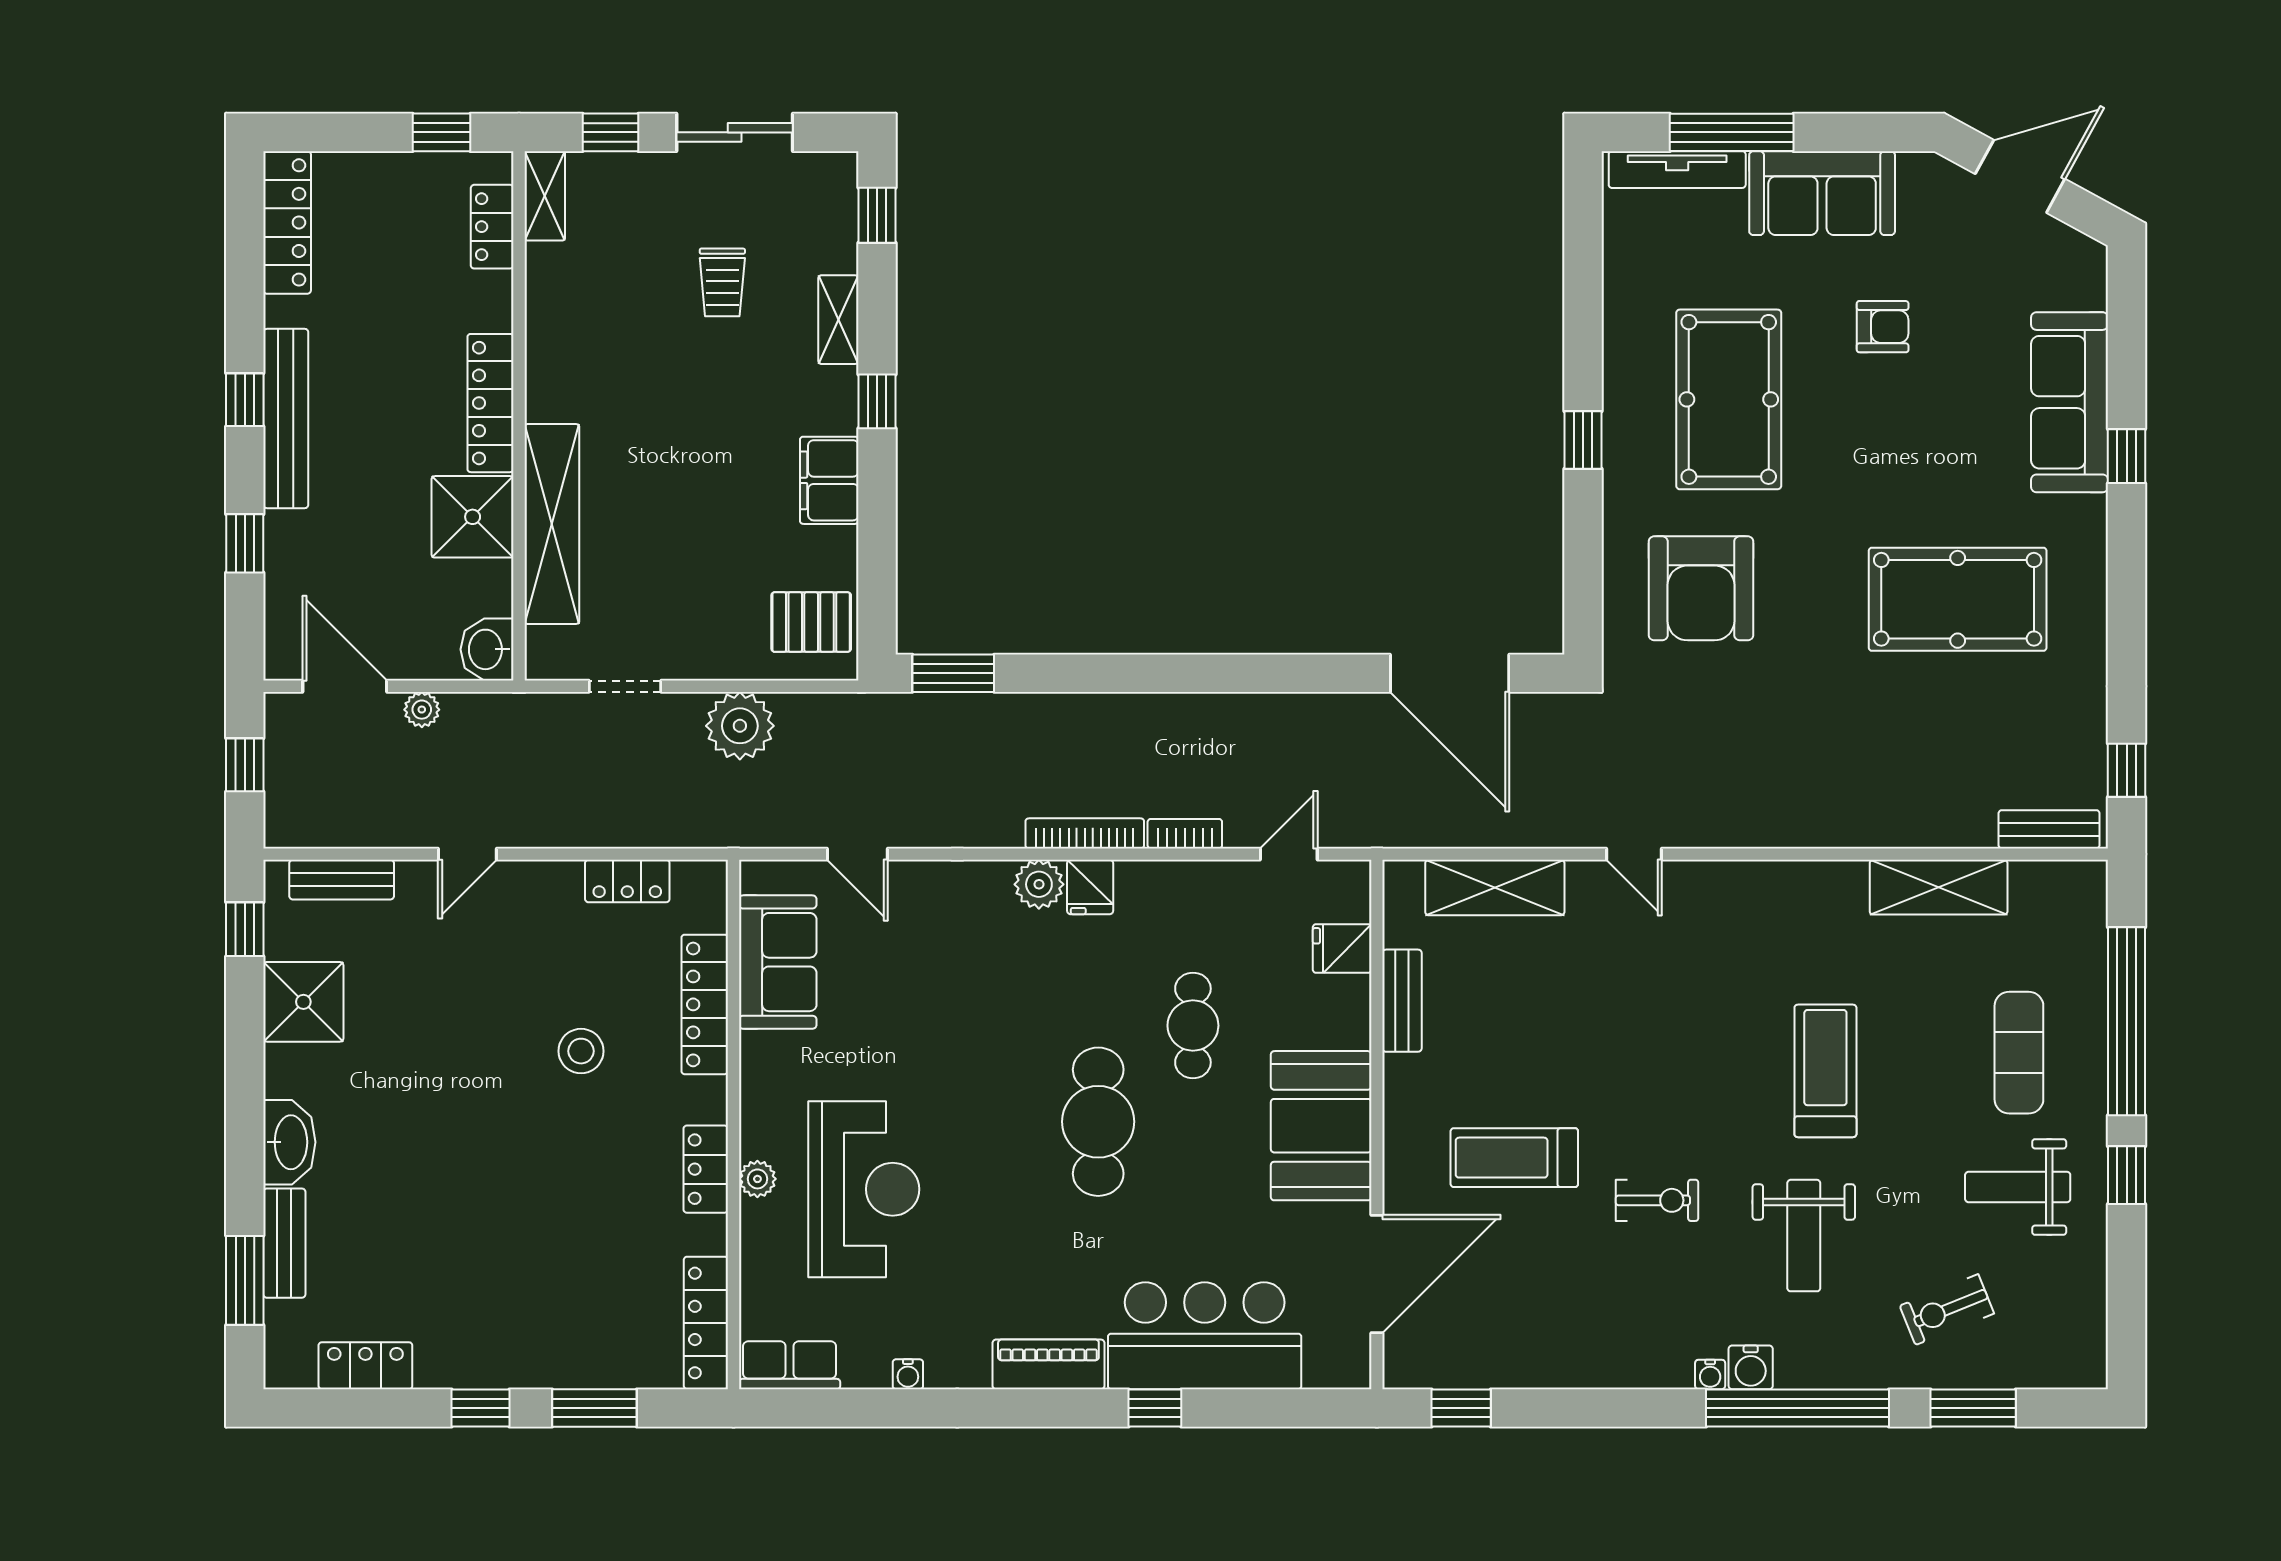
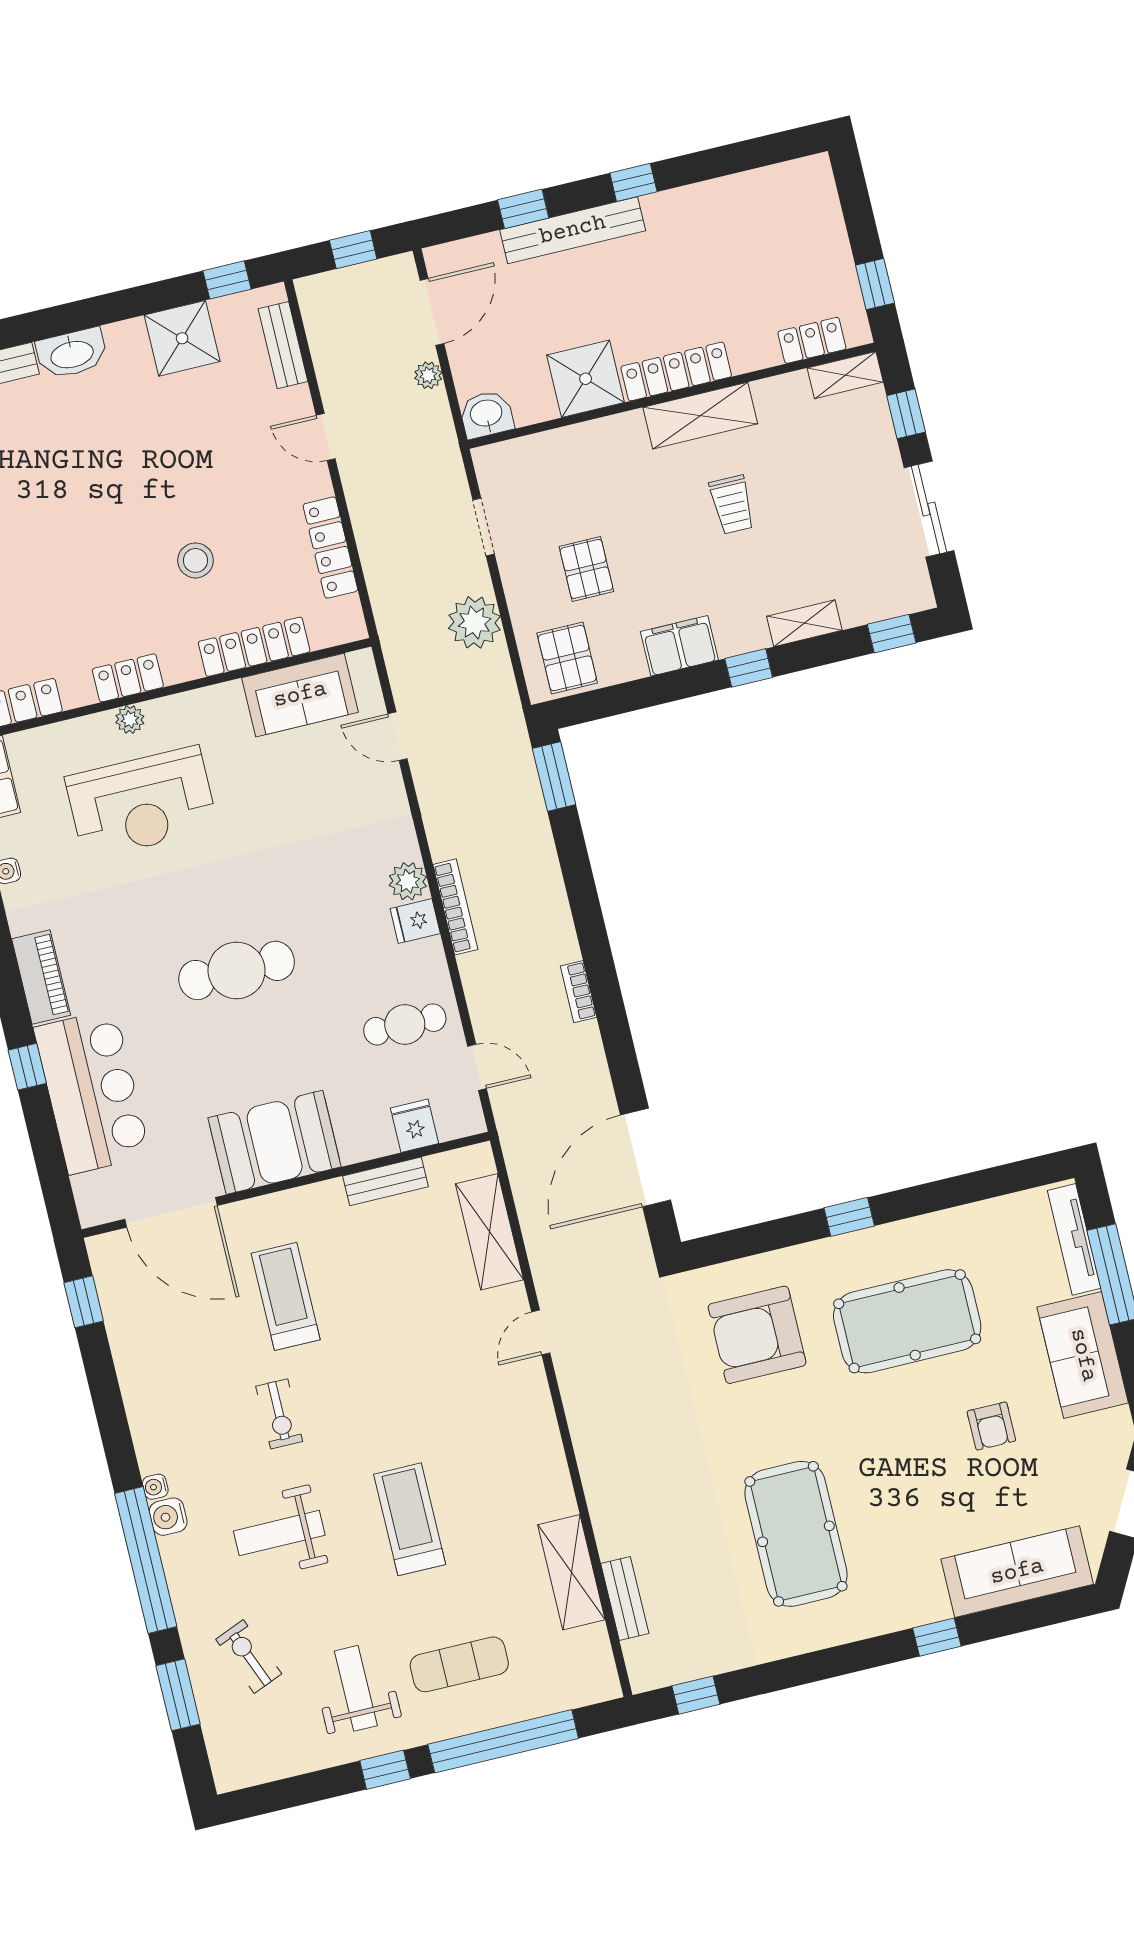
locker: (287, 222) -> (777, 182), removed
trolley: (722, 282) -> (732, 505), moved, turned -90
sofa: (2070, 402) -> (1017, 1572), moved
bench: (286, 419) -> (573, 230), moved
shelving: (552, 524) -> (700, 416), moved, width x0.68
pallet: (707, 572) -> (586, 569), added
bench: (2049, 829) -> (625, 1598), moved
bookcase: (1185, 834) -> (579, 992), moved, turned 180
door: (857, 854) -> (398, 736), hinge flipped
locker: (627, 881) -> (330, 548), width x1.53
cafe table: (1193, 1026) -> (405, 1024), moved
treadmill: (1825, 1071) -> (410, 1519), turned -90

